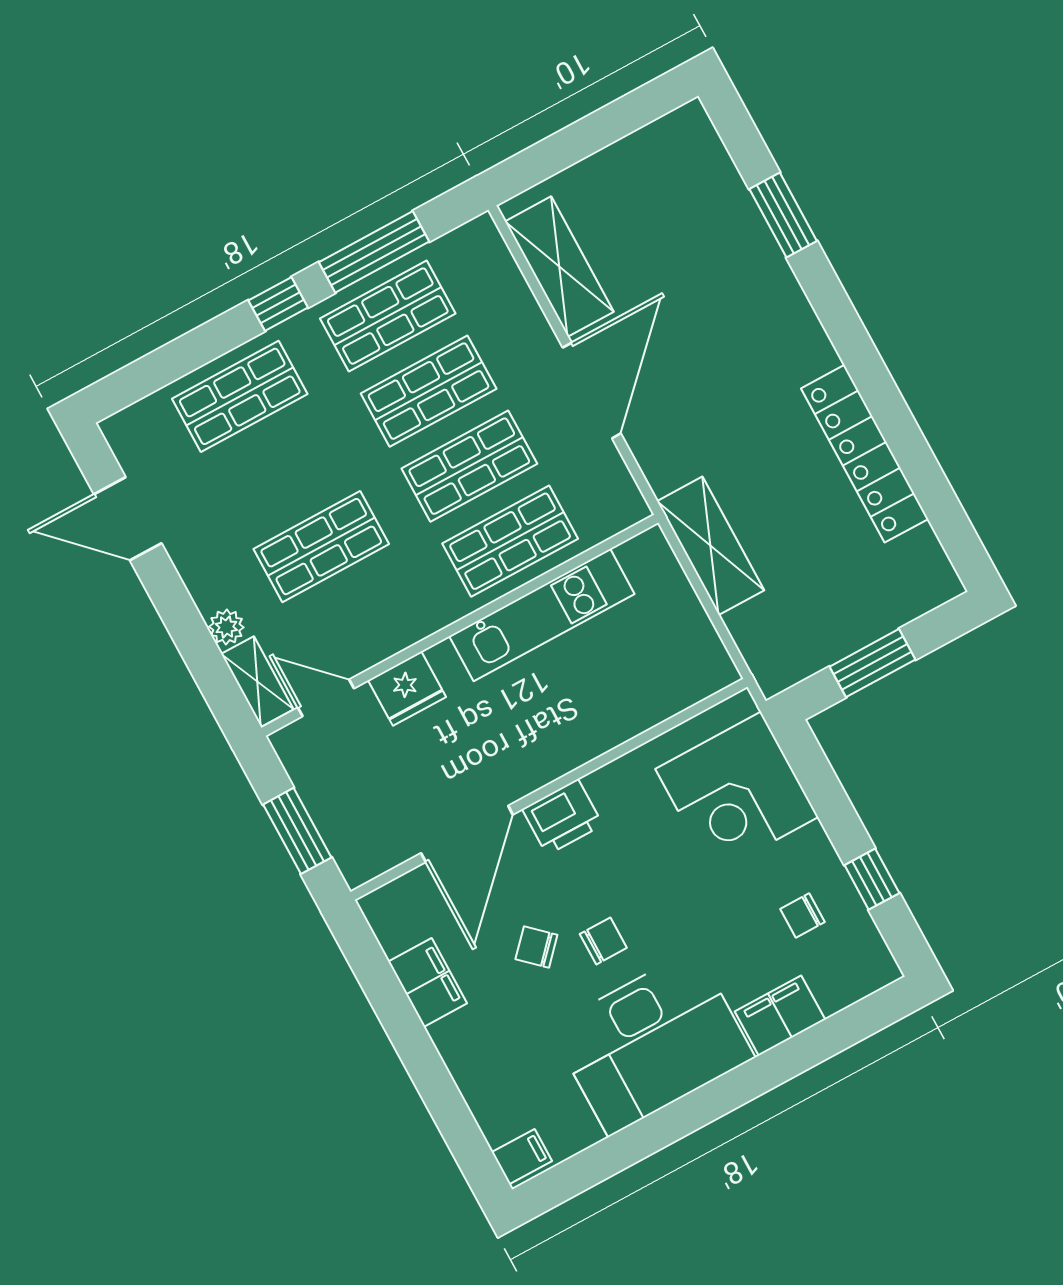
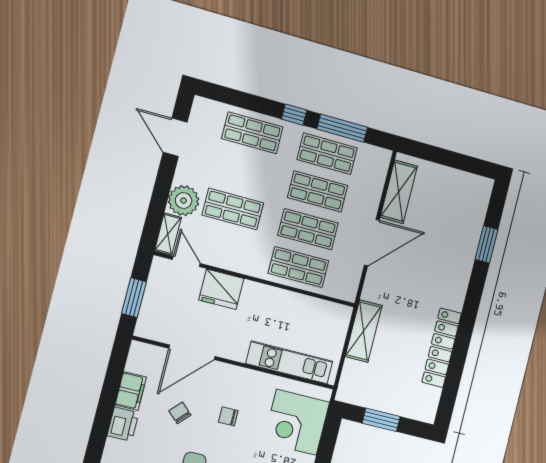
kitchen unit: (542, 615) -> (289, 362), moved, turned 180
plant: (226, 627) -> (184, 201), width x1.88, depth x1.88
fridge: (407, 689) -> (221, 289), width x1.36, depth x1.34
printer: (562, 817) -> (123, 424), moved, turned -90
chair: (603, 941) -> (228, 416), moved, turned 180

